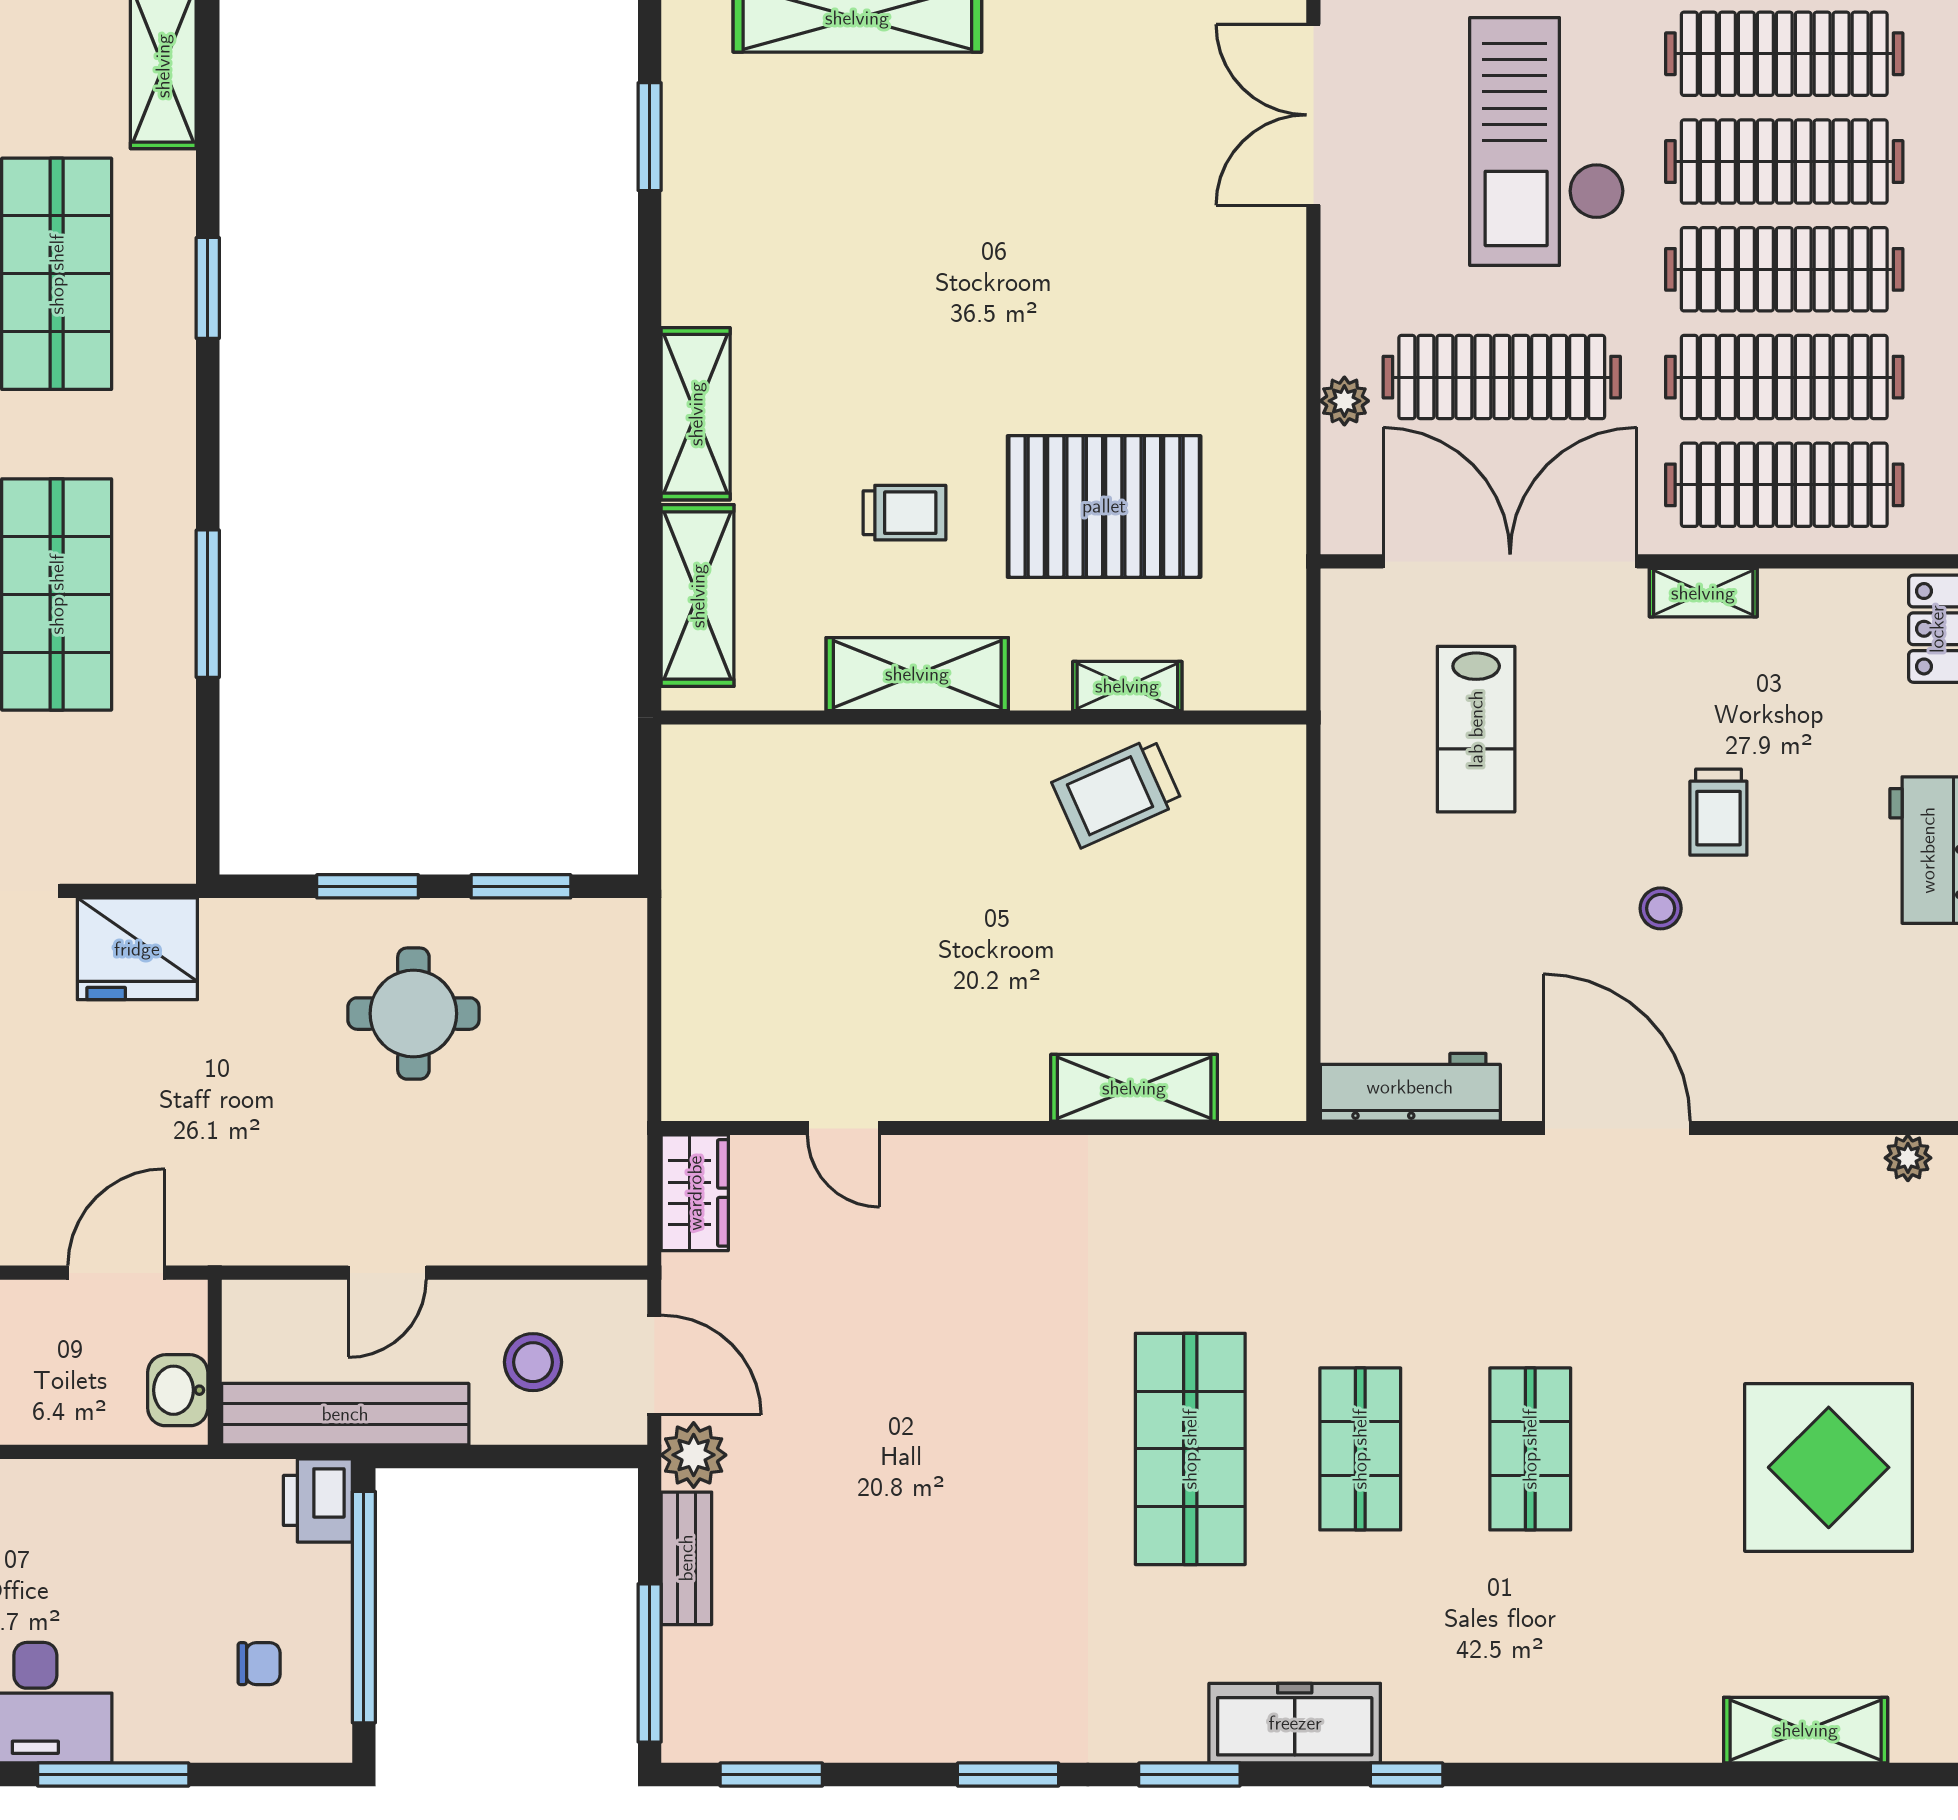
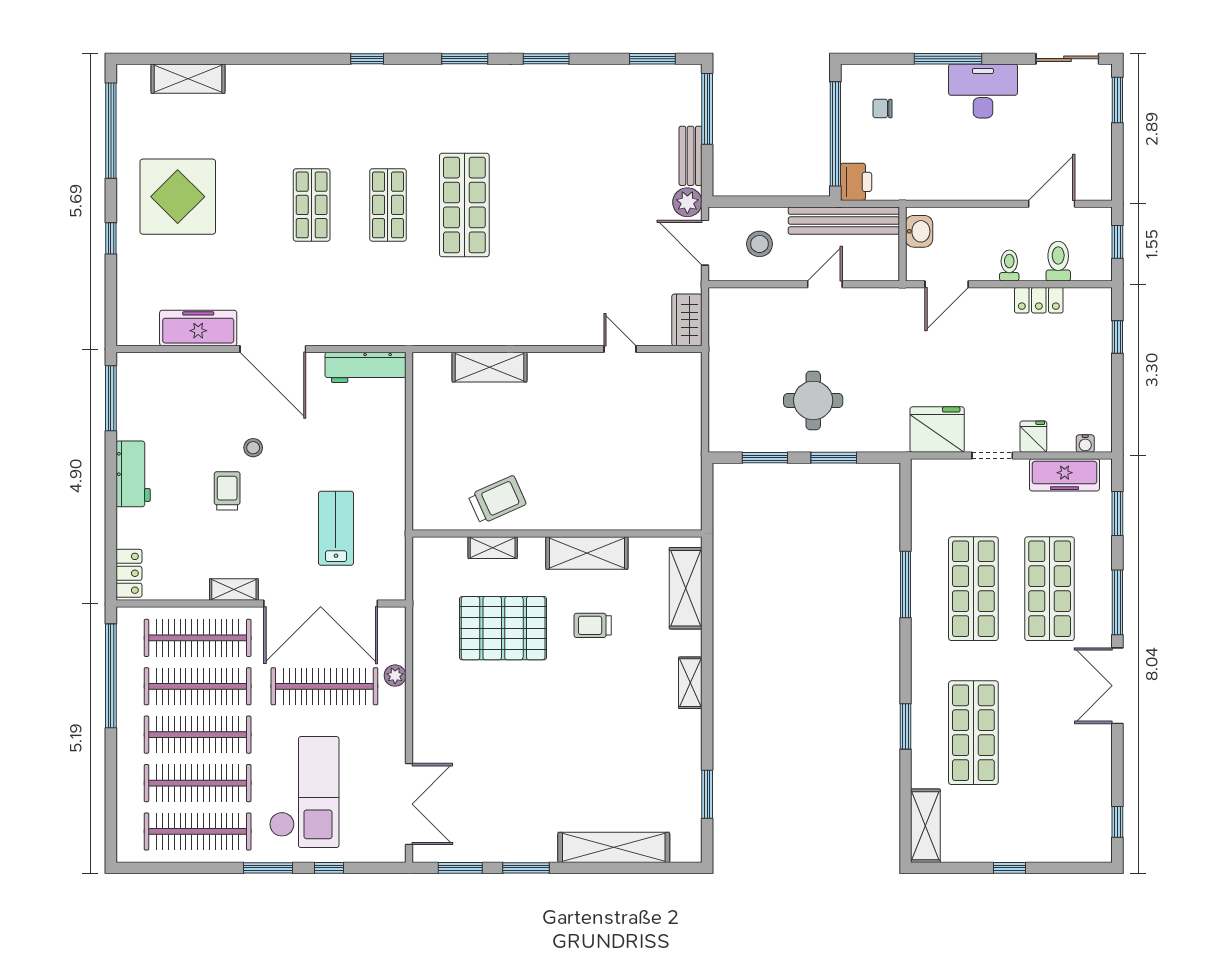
shelving: (696, 414) -> (690, 683), width x0.67, depth x0.75
plant: (1908, 1158) -> (142, 336), removed
freezer: (1295, 1723) -> (198, 328), moved, turned 180

